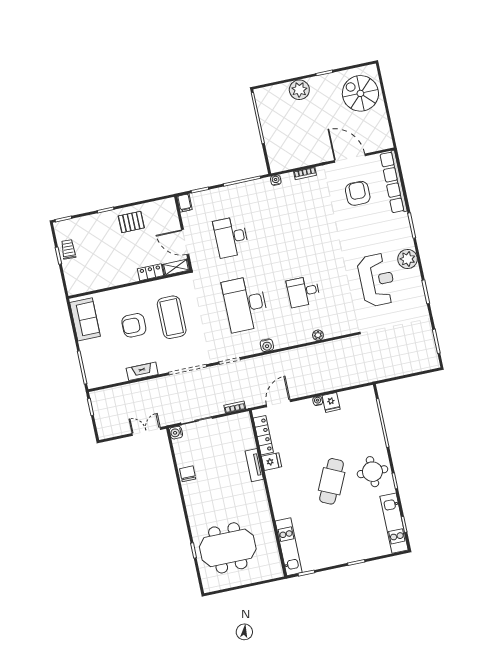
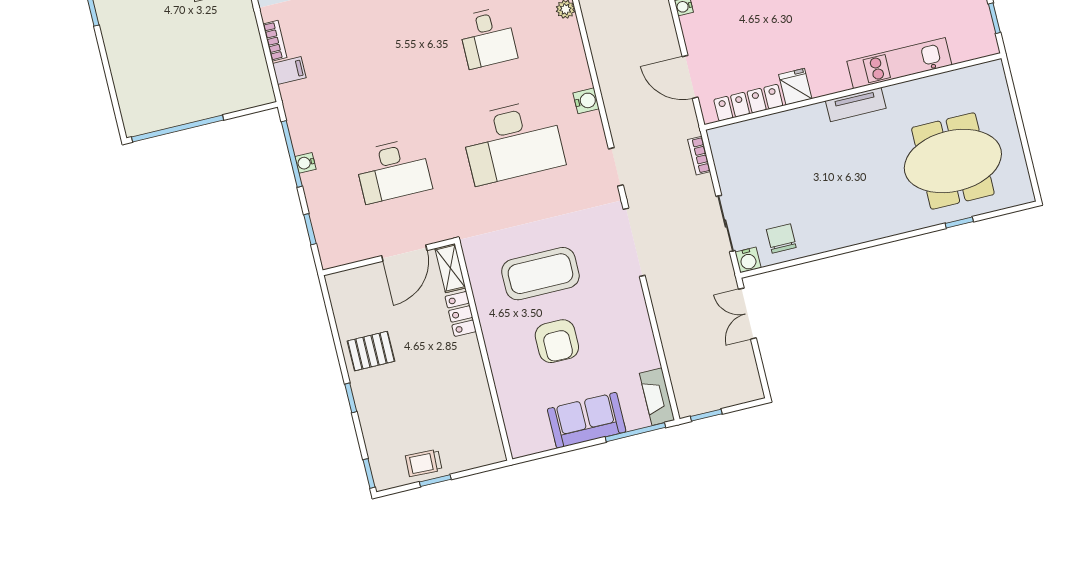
plant: (299, 90) -> (125, 55), removed
water cooler: (276, 180) -> (305, 163), moved
filing cabinet: (185, 203) -> (289, 71), moved
pallet: (131, 222) -> (371, 351), turned 90
sofa: (85, 319) -> (587, 420), moved
fireplace: (142, 371) -> (657, 397), moved
tv unit: (254, 465) -> (856, 105), moved
chair: (188, 474) -> (781, 238), moved, turned 90
kitchen unit: (289, 547) -> (899, 63), moved
meeting table: (228, 548) -> (953, 161), turned 90

